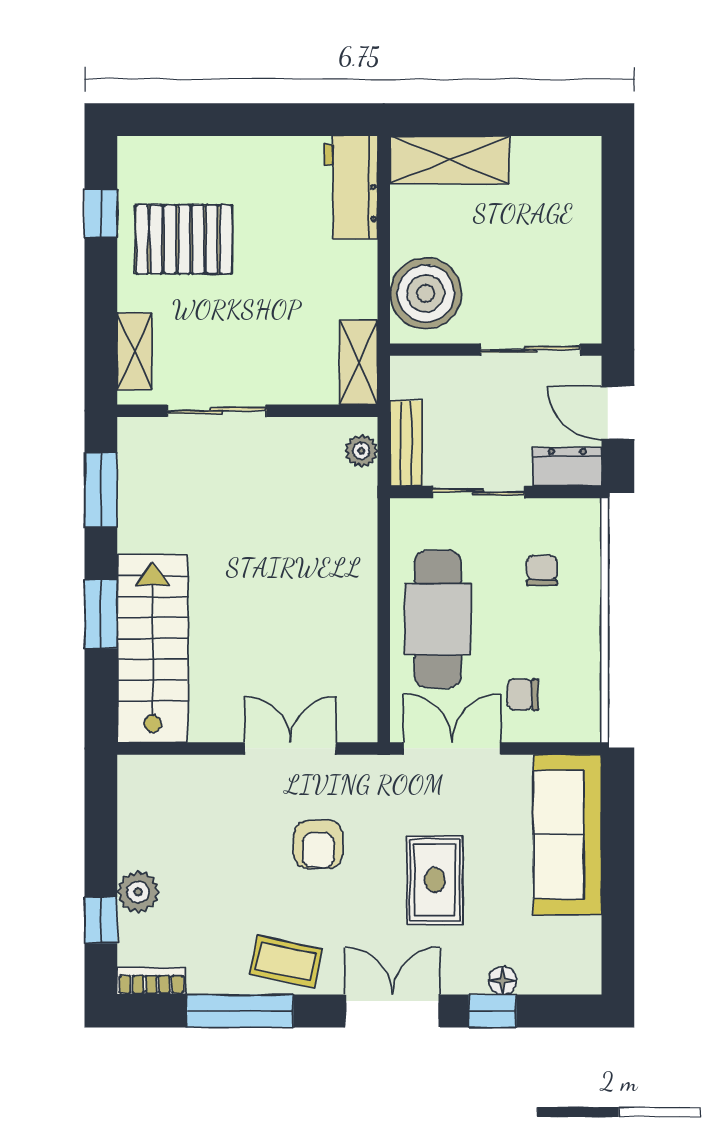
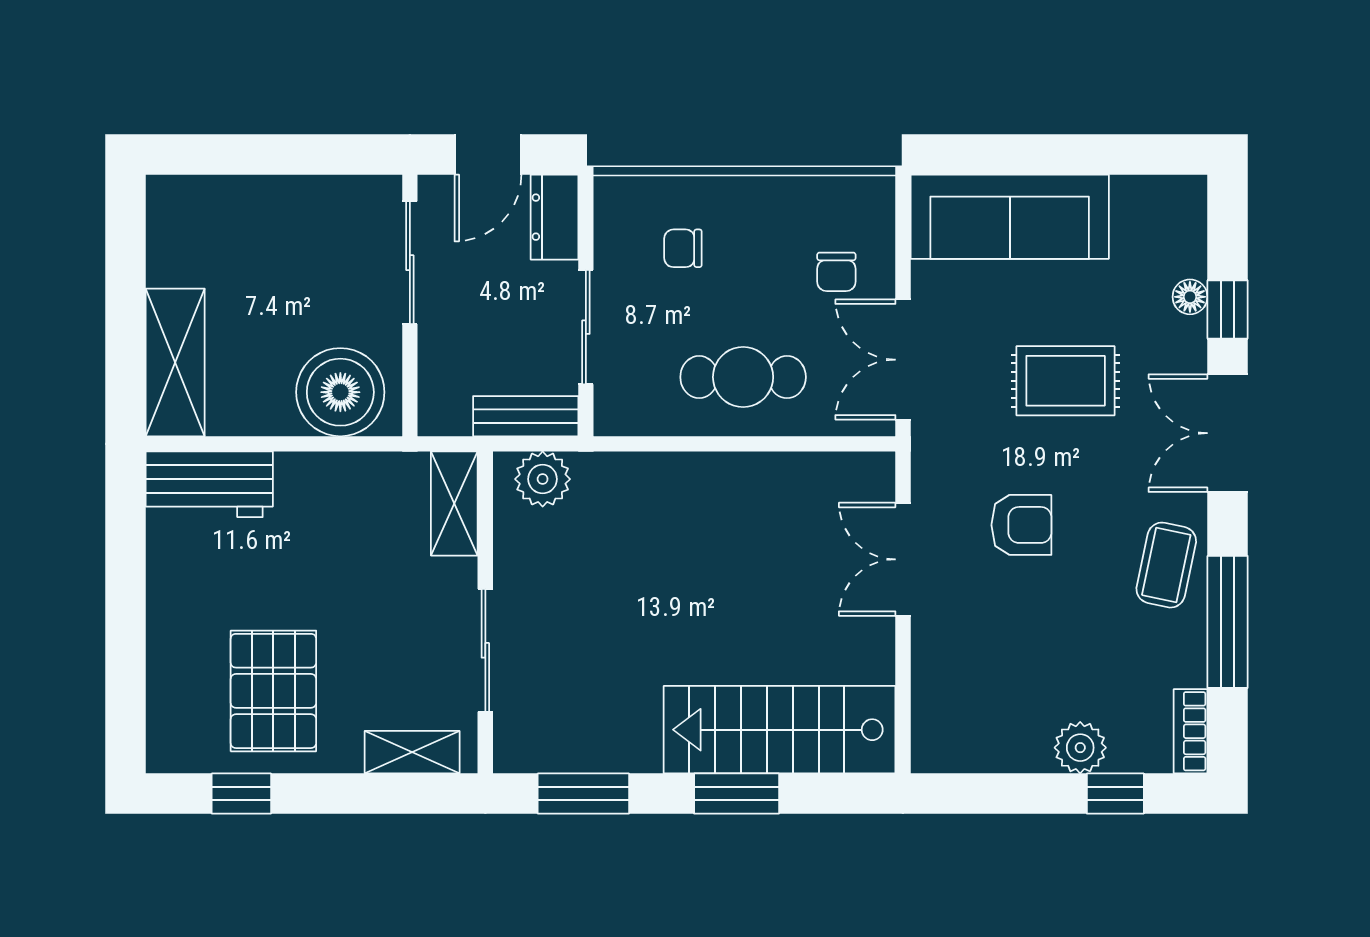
shelving: (359, 362) -> (454, 503), moved, turned 90
plant: (361, 451) -> (543, 479), width x1.38, depth x1.38
cafe table: (438, 619) -> (743, 377), width x0.73, depth x0.74

